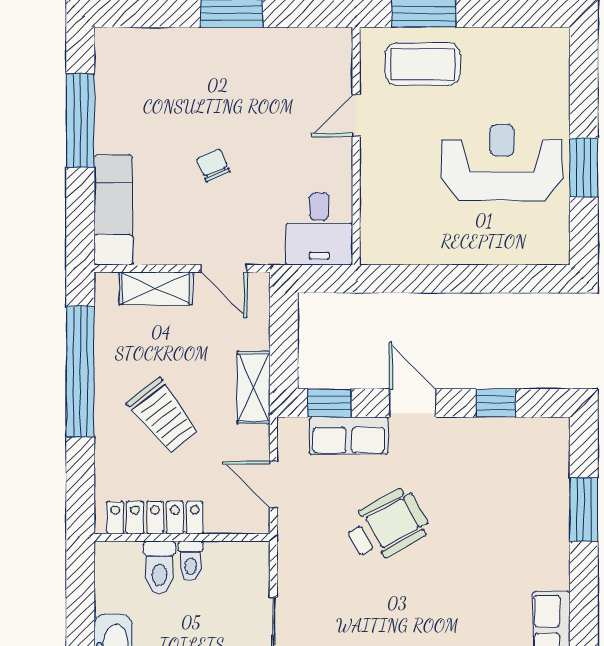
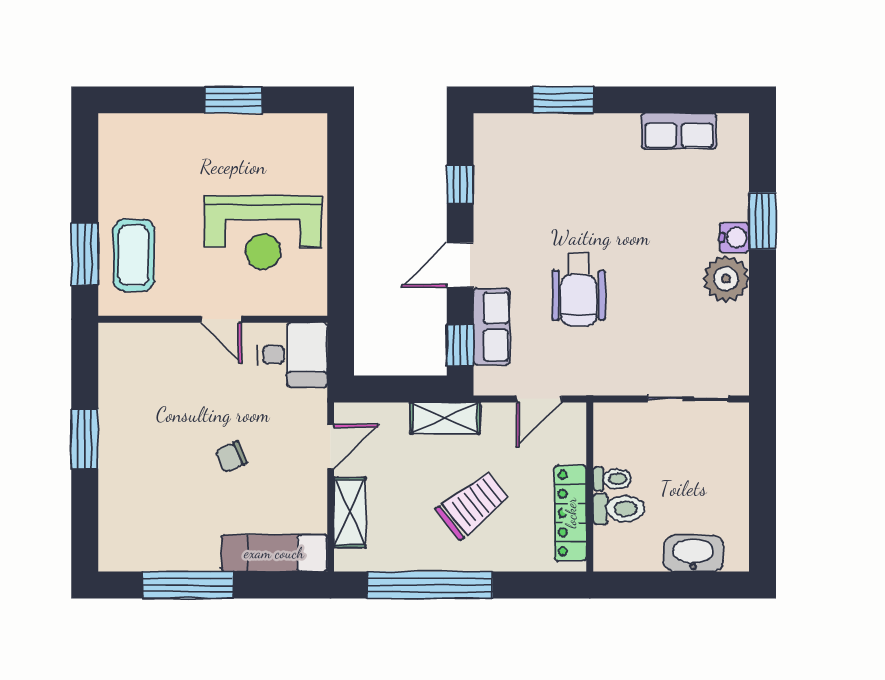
door: (356, 116) -> (221, 319), moved
reception desk: (502, 163) -> (263, 233), moved, turned -90
wheelchair: (387, 526) -> (579, 289), turned -151

